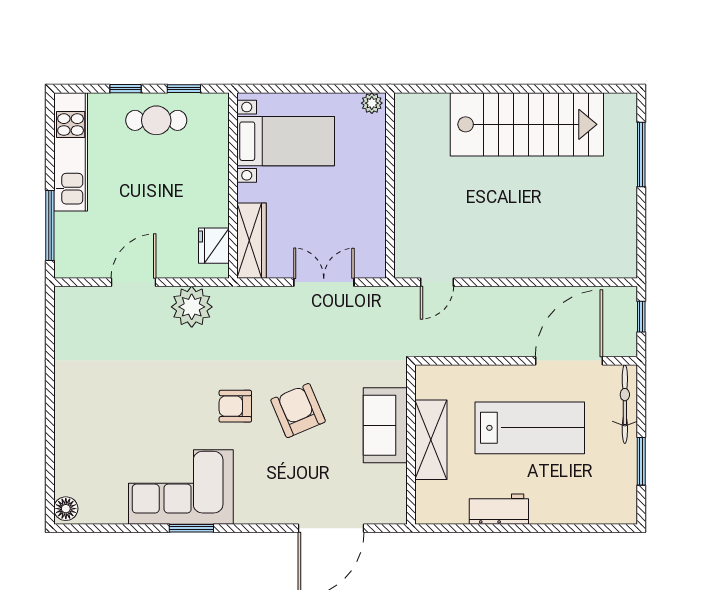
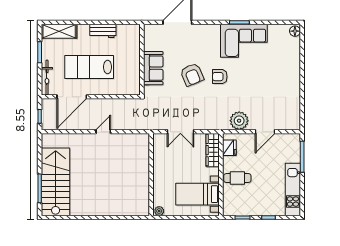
cafe table: (156, 120) -> (237, 178), moved
stairs: (527, 124) -> (56, 182), moved, turned 90
door: (437, 282) -> (103, 132), moved
armchair: (235, 406) -> (220, 77), turned 180
shelving: (431, 440) -> (59, 31), moved, turned 90

